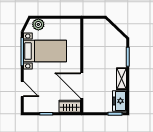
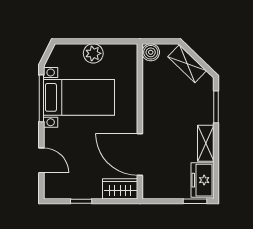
plant: (38, 24) -> (93, 53), moved
boiler: (88, 24) -> (151, 52), added
shelving: (110, 31) -> (187, 64), added

